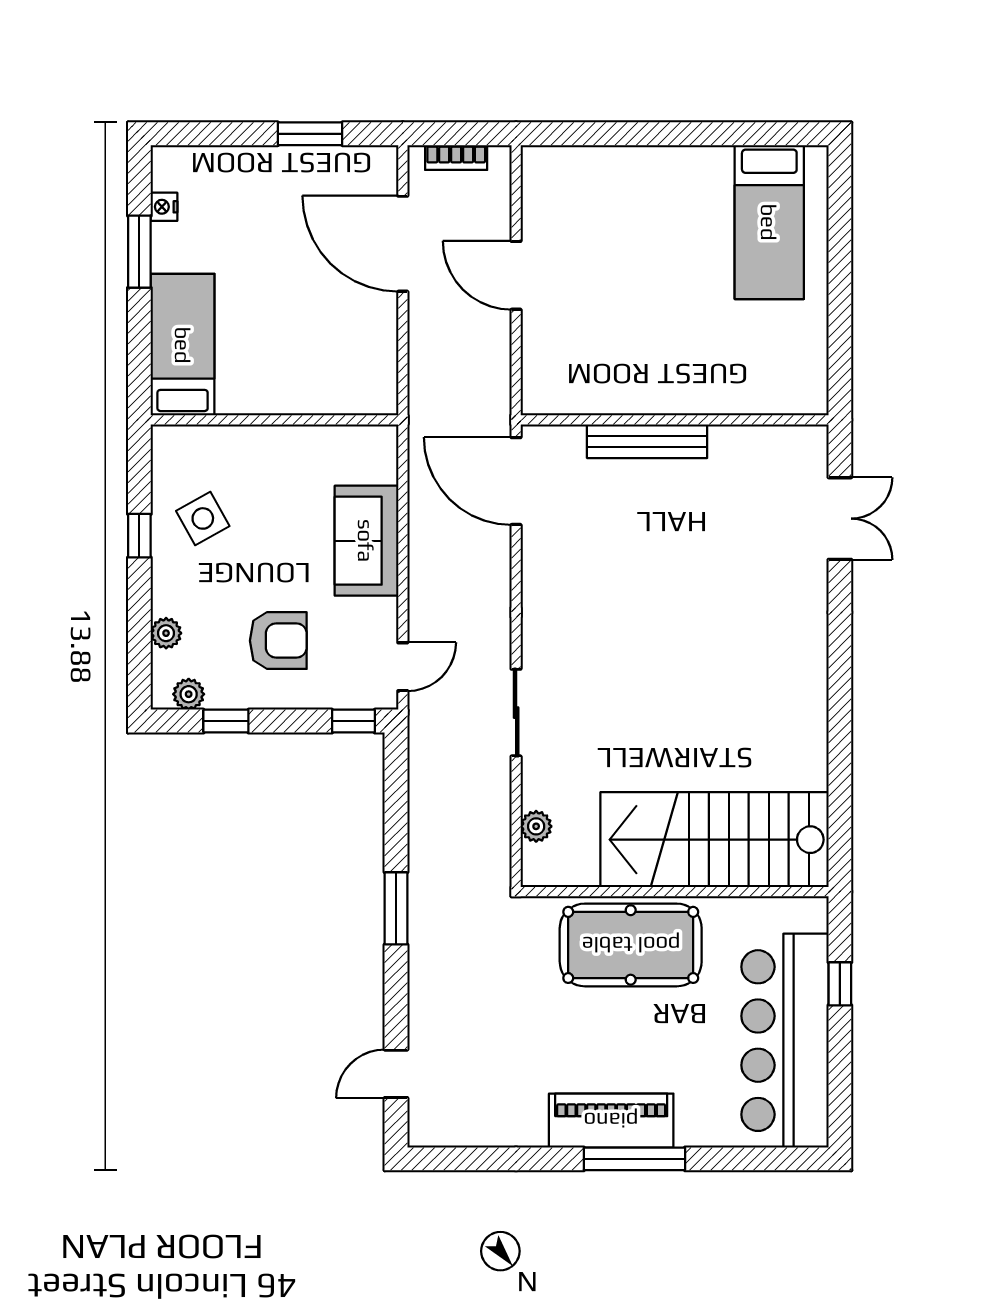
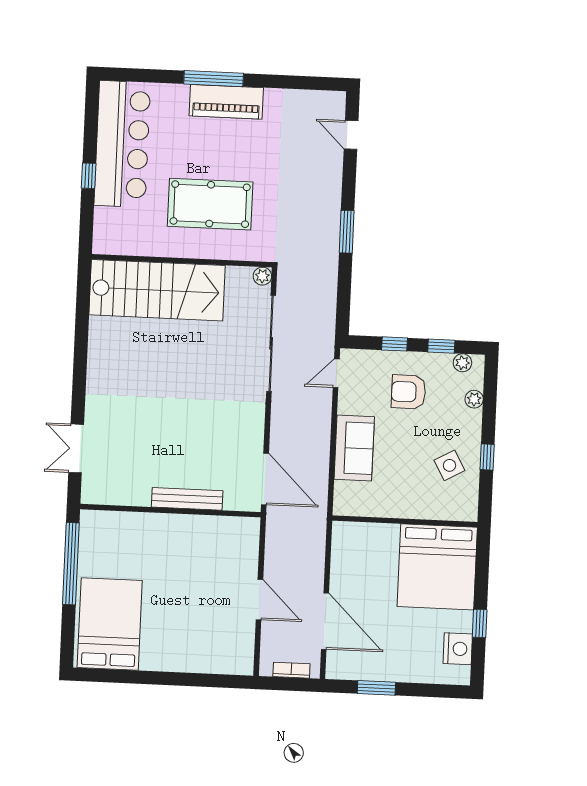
nightstand: (164, 207) -> (458, 649), width x1.89, depth x1.79
bed: (769, 222) -> (110, 624), width x1.50
window: (139, 252) -> (480, 623), width x0.67
window: (840, 322) -> (71, 564), added
bed: (183, 345) -> (437, 567), width x2.04
sliding door: (516, 713) -> (271, 343), width x1.86
window: (353, 721) -> (395, 344), moved
stairs: (714, 840) -> (157, 290), moved
wall: (675, 892) -> (182, 261), moved
door: (396, 1074) -> (351, 135), swing flipped

